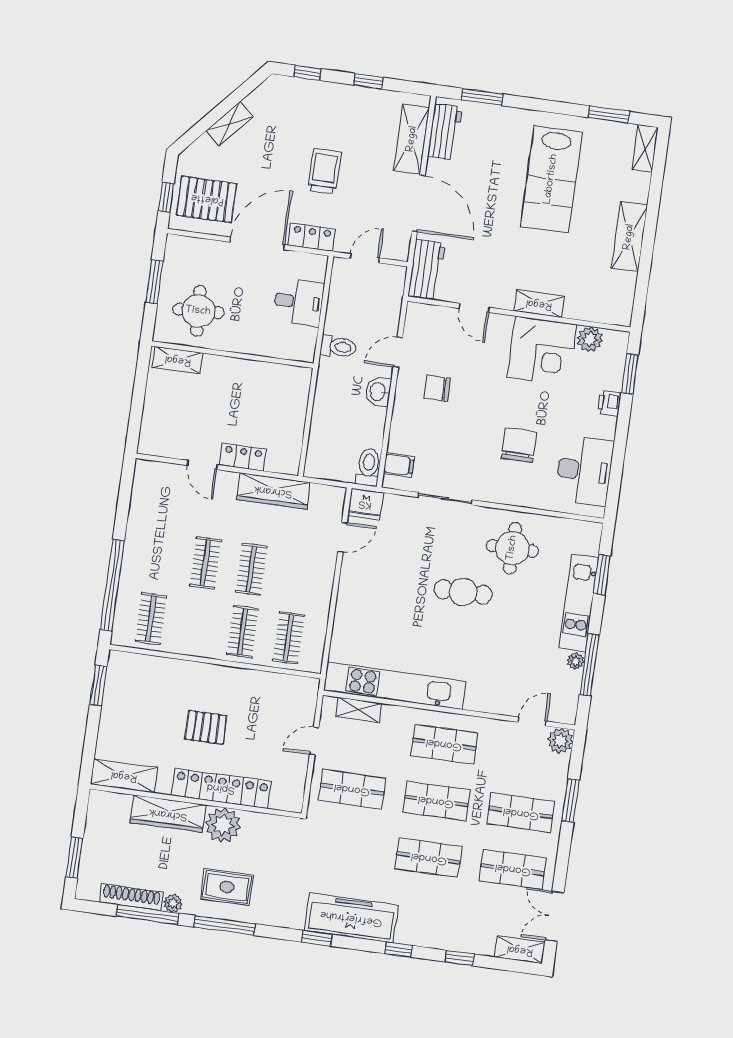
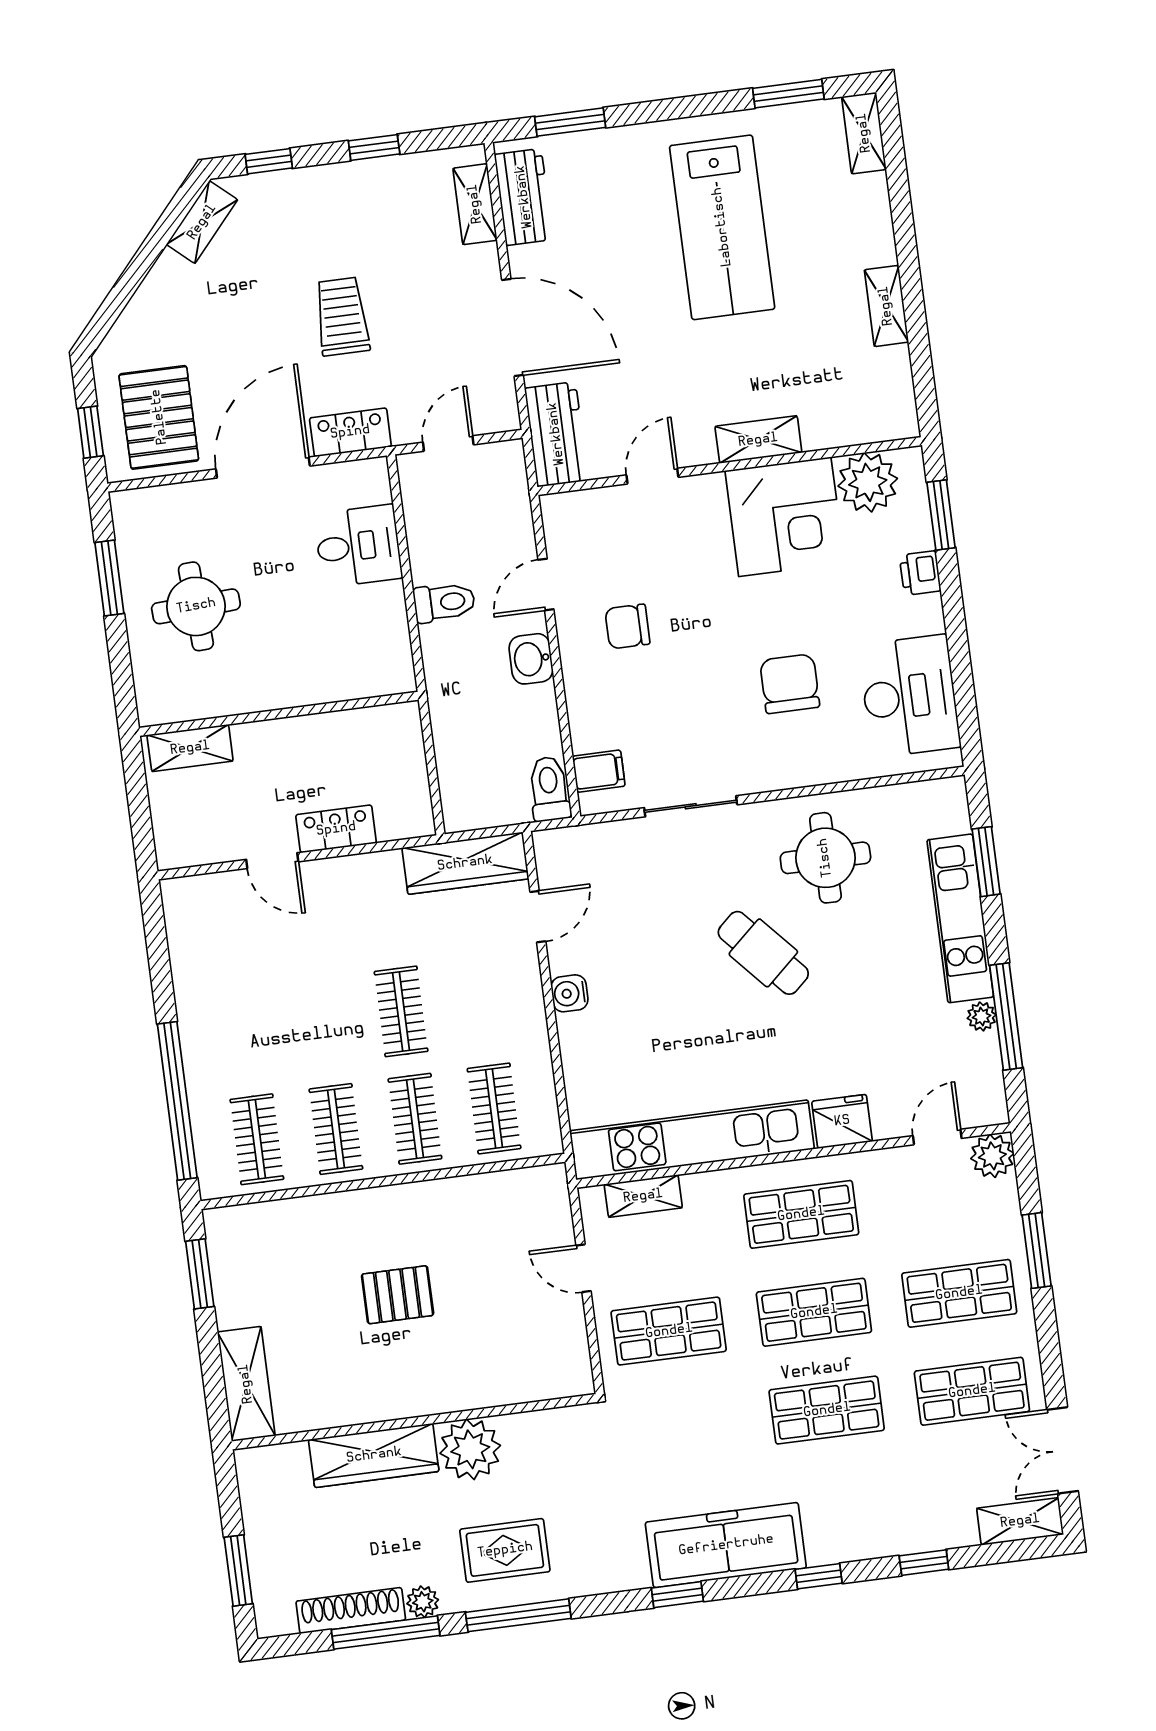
shelving: (230, 124) -> (202, 222), moved
shelving: (412, 139) -> (475, 204), width x0.67, depth x0.75
pallet: (207, 199) -> (159, 417), turned 90
shelving: (629, 237) -> (886, 306), width x0.67, depth x0.75
door: (474, 308) -> (652, 476), swing flipped
plant: (590, 339) -> (868, 482), width x1.36, depth x1.36
wall: (232, 355) -> (279, 714), moved
shelving: (178, 360) -> (190, 748), moved
wardrobe: (273, 491) -> (465, 863), moved
fridge: (365, 504) -> (842, 1121), moved, turned 180
clothes rail: (205, 563) -> (336, 1129), moved
water cooler: (348, 585) -> (569, 993), added
cafe table: (463, 592) -> (763, 953), turned 48
door: (314, 741) -> (583, 1268), hinge flipped
shelving: (124, 776) -> (246, 1384), moved, turned 90
locker: (221, 788) -> (451, 1389), removed

